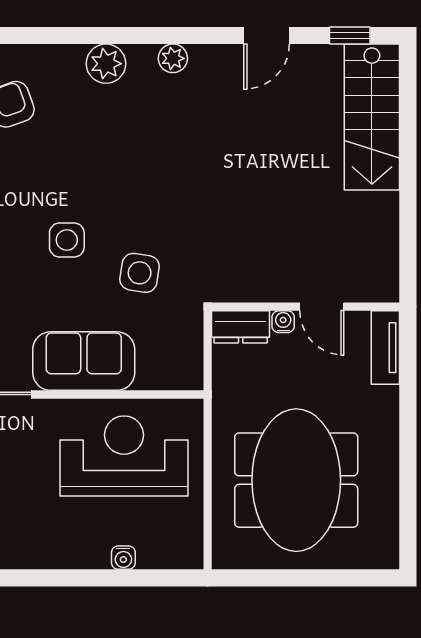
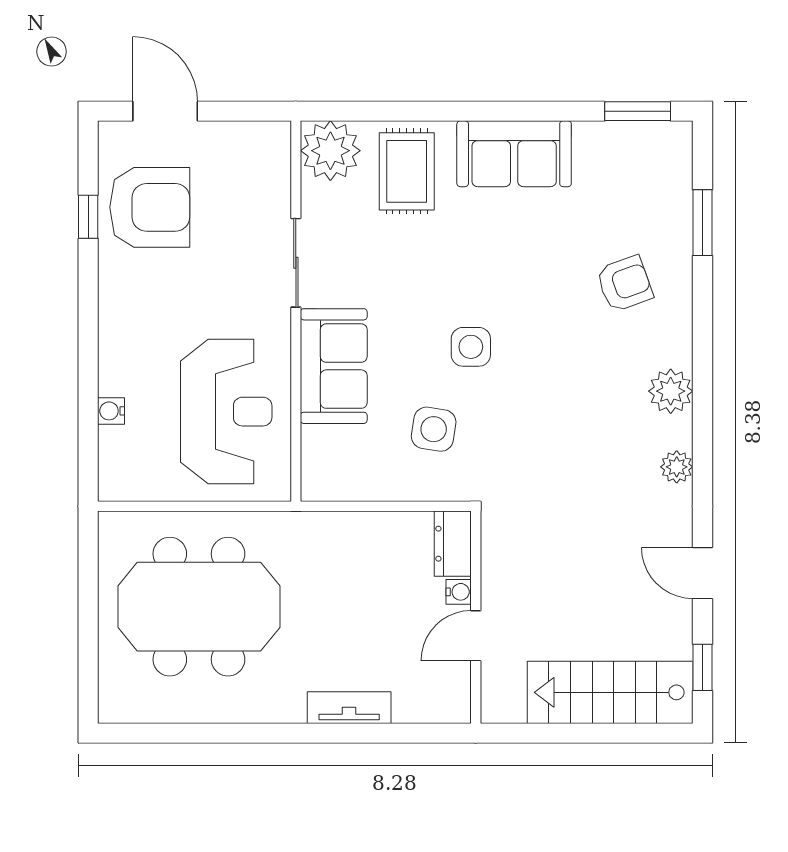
wall: (306, 307) -> (476, 617), moved
door: (322, 307) -> (476, 636), moved
water cooler: (283, 322) -> (459, 592), moved
dresser: (241, 327) -> (453, 544), moved

